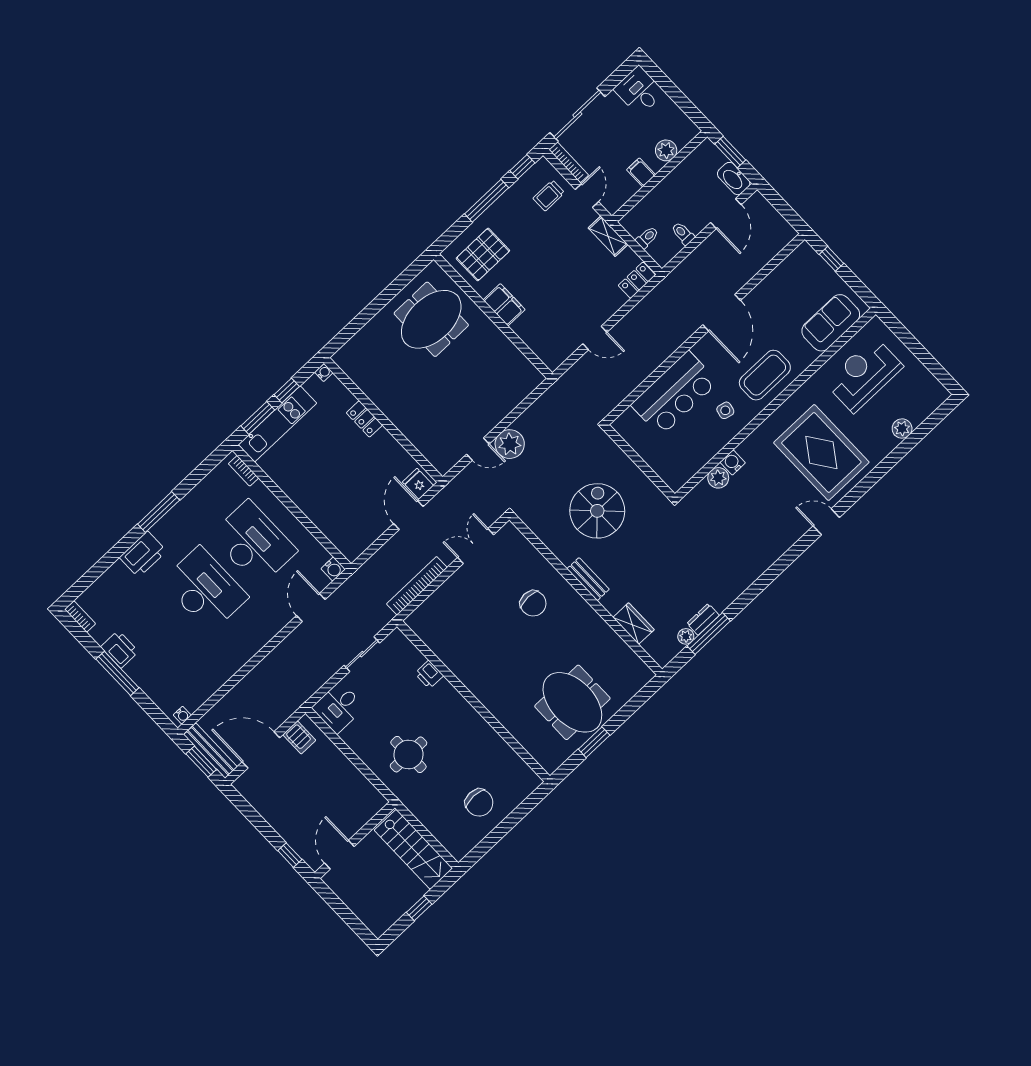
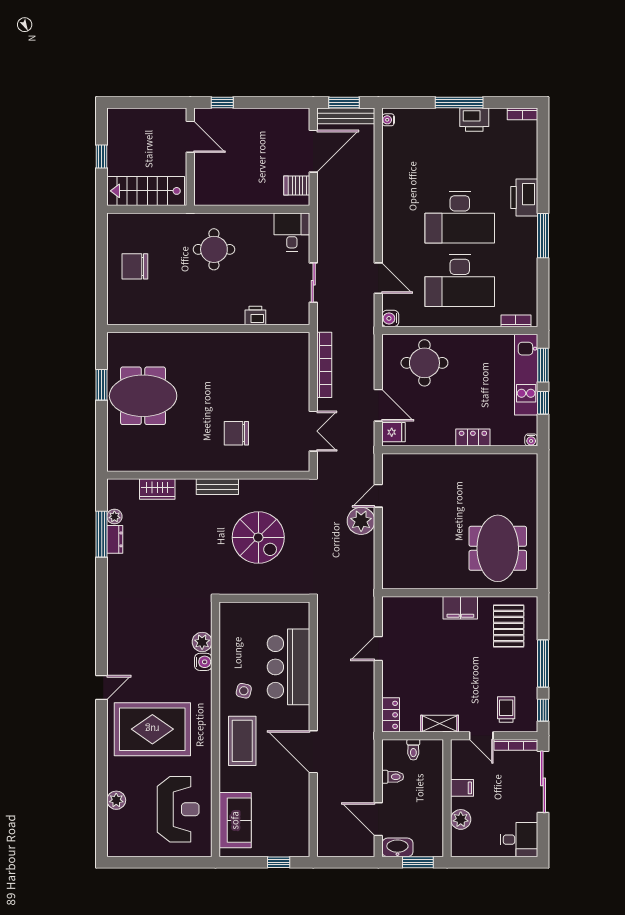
round table: (342, 510) -> (424, 363), added

